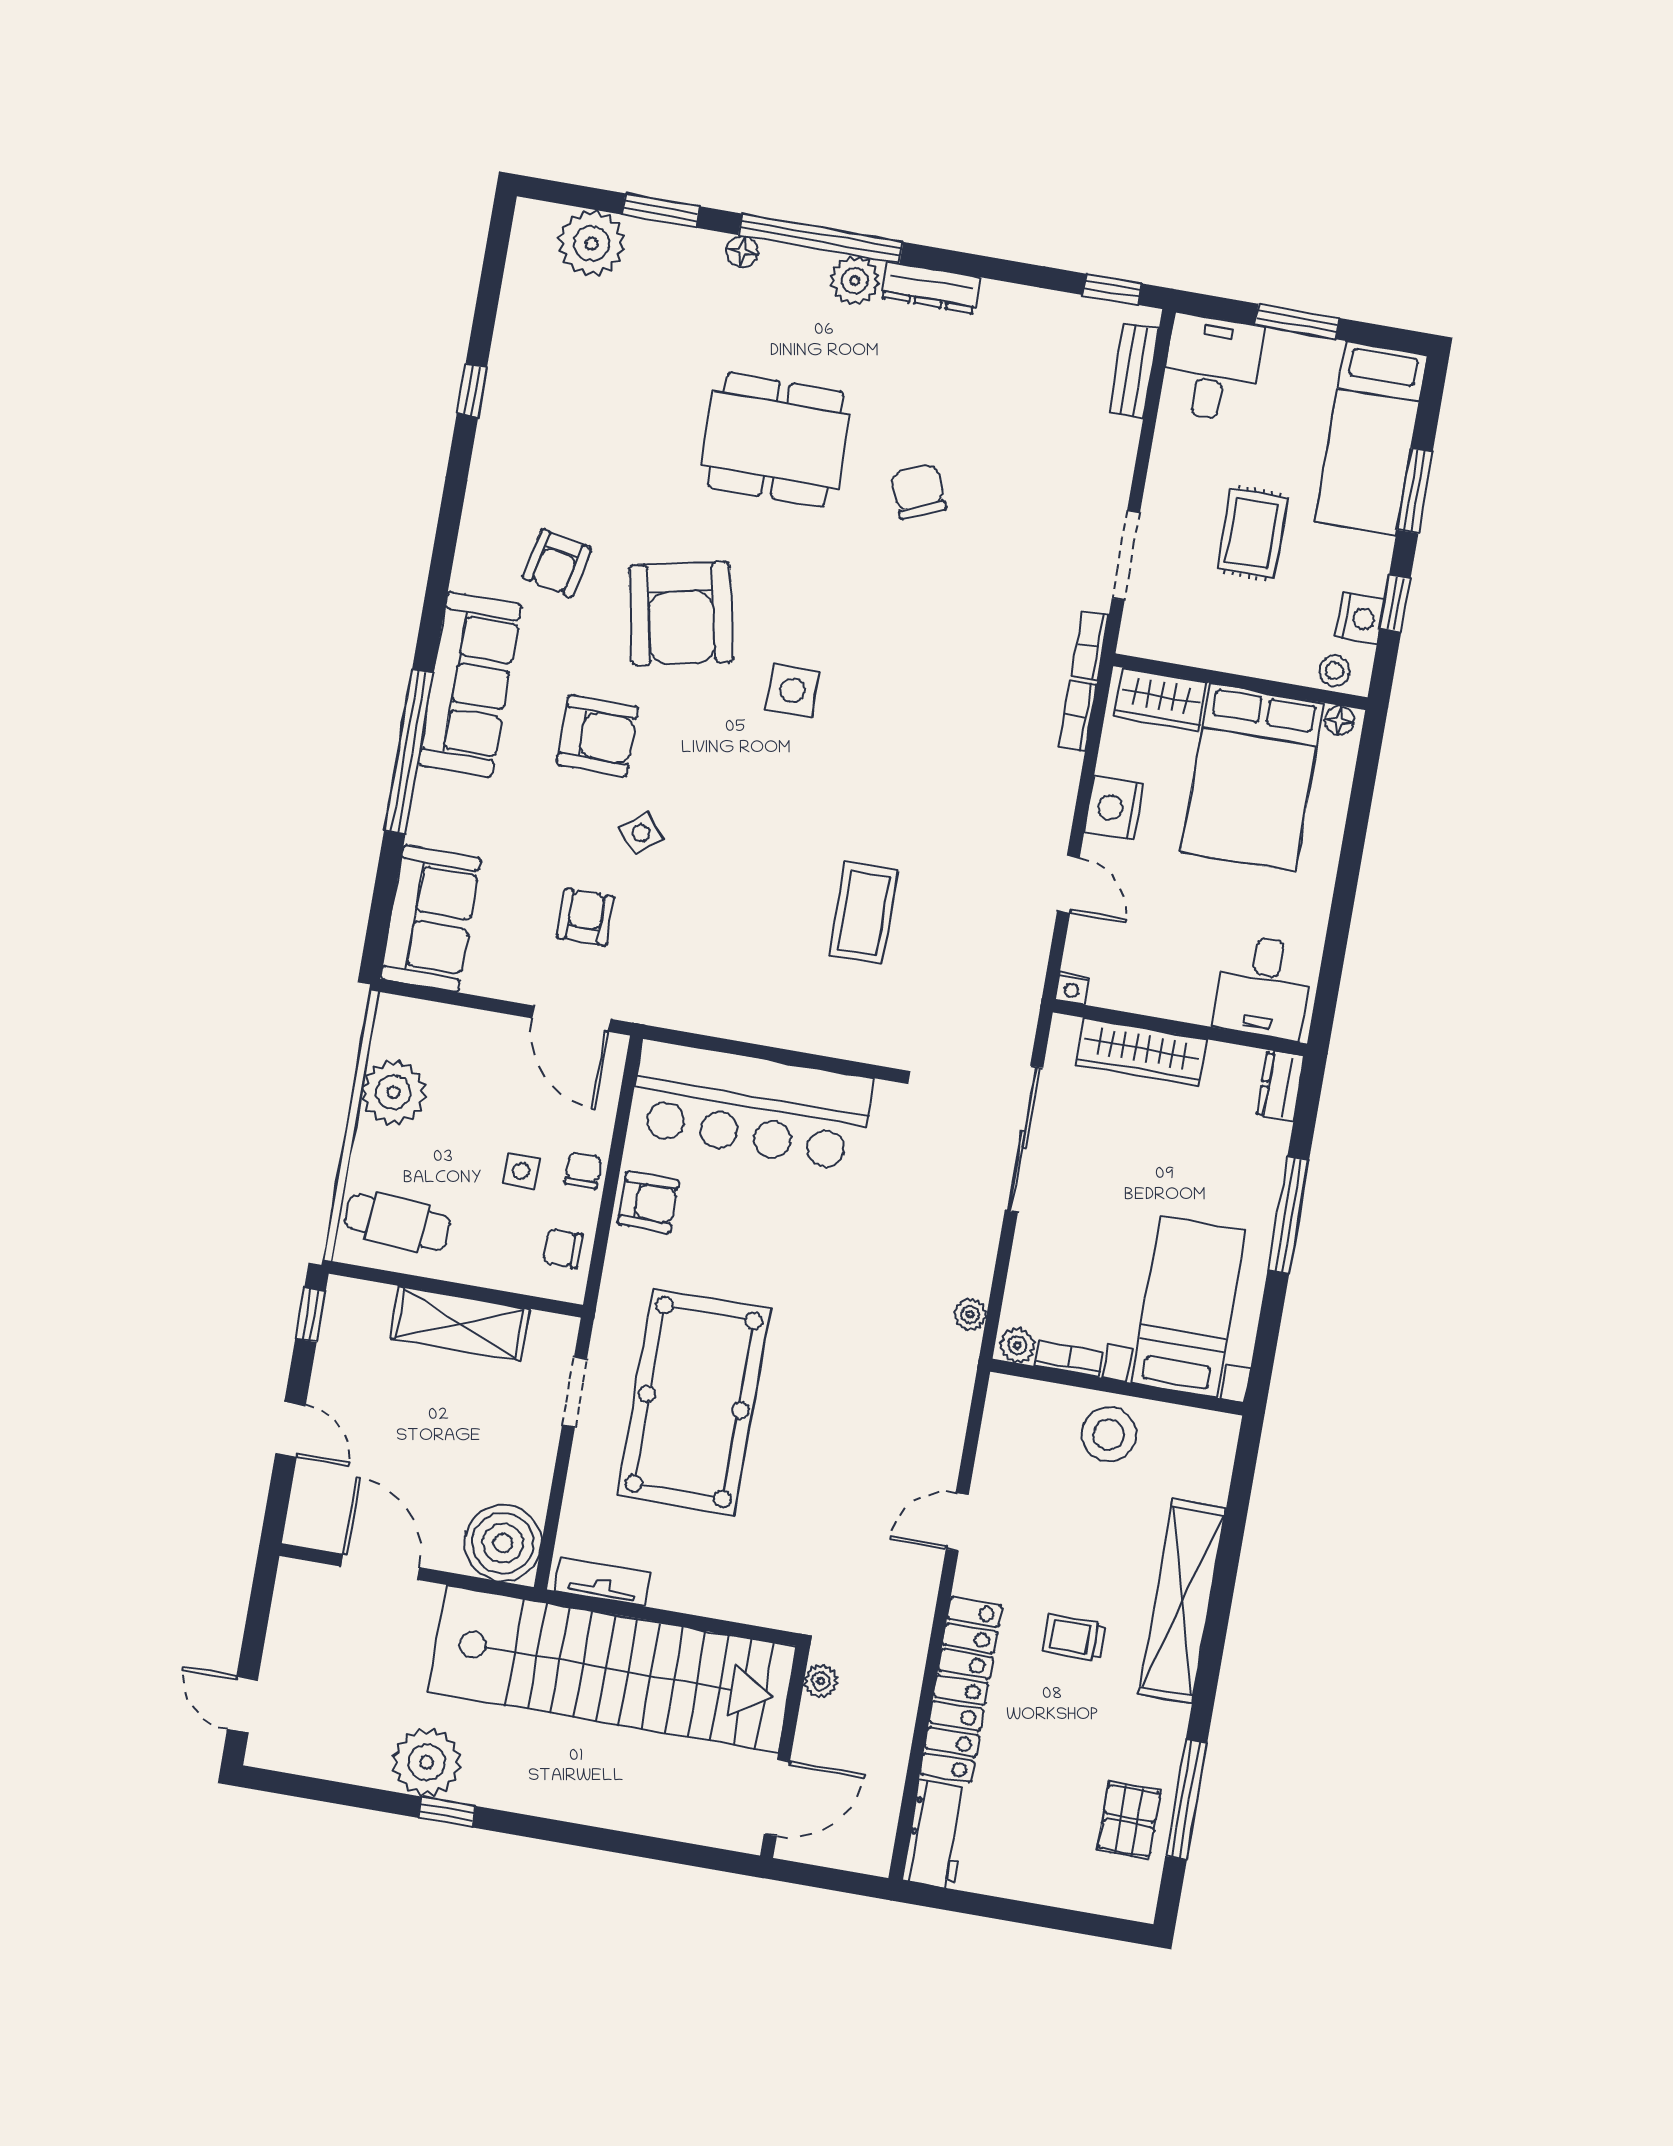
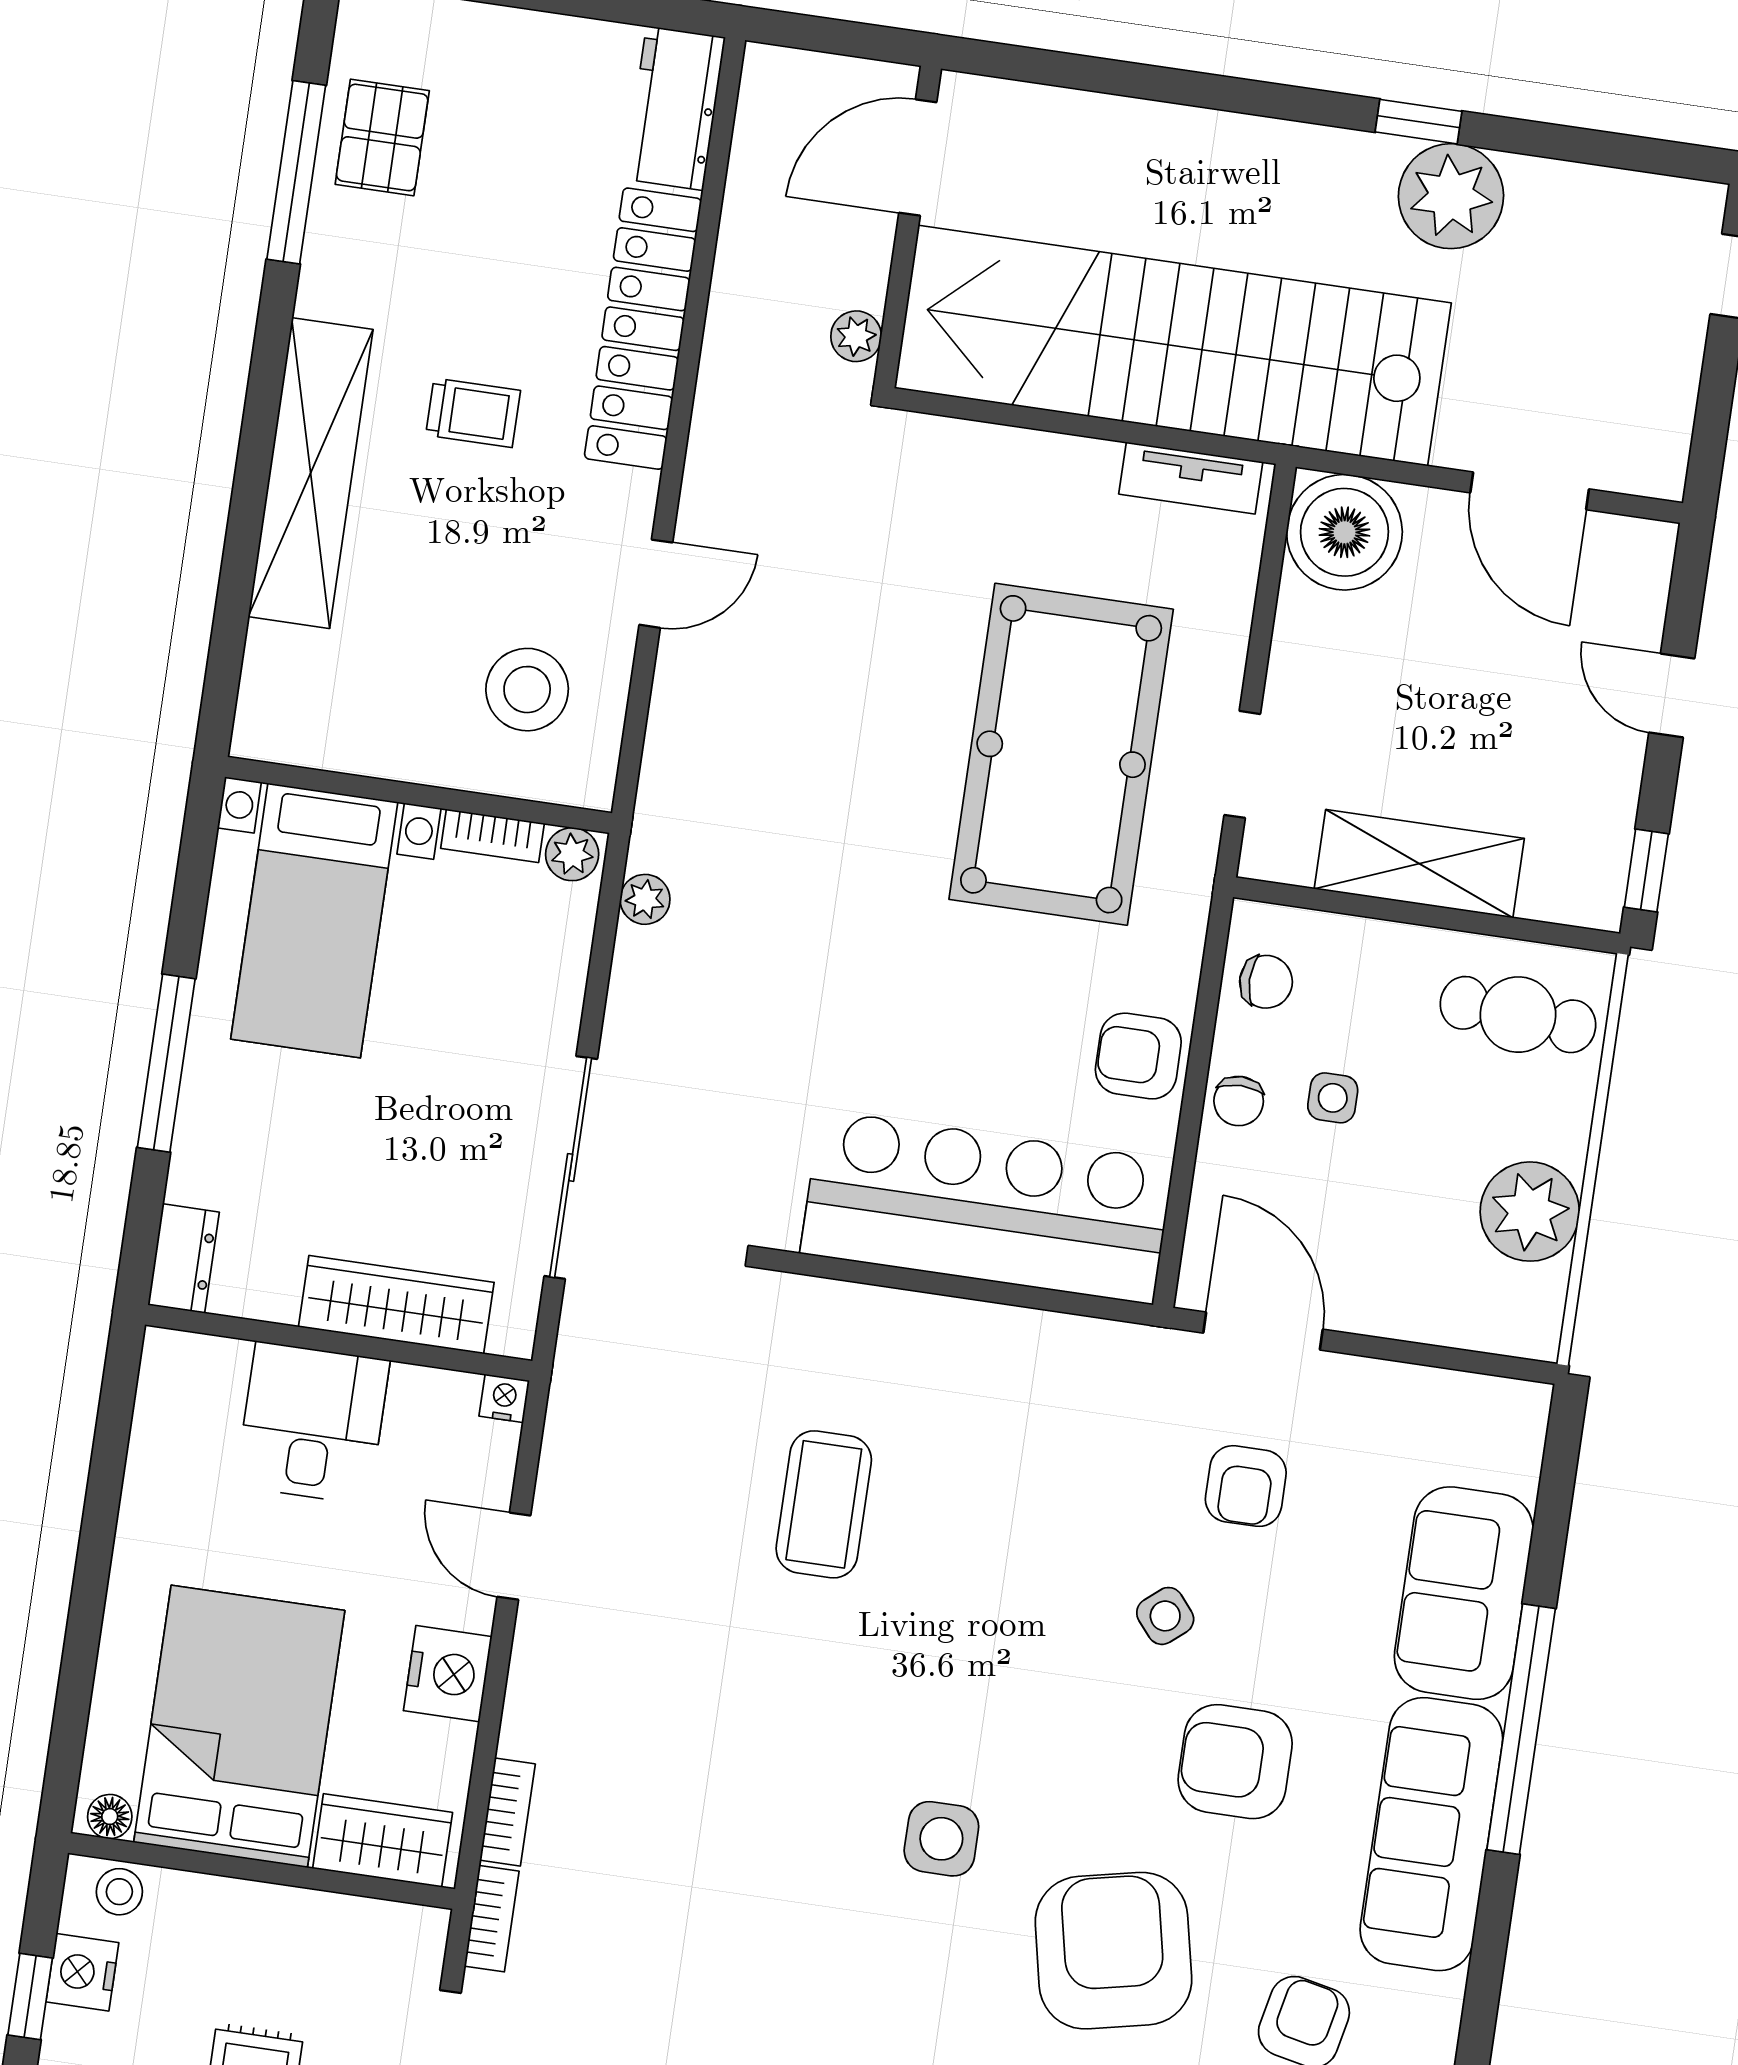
sofa: (431, 918) -> (1464, 1593), moved
desk: (1264, 987) -> (313, 1423), moved
stool: (1109, 1434) -> (527, 690), moved

